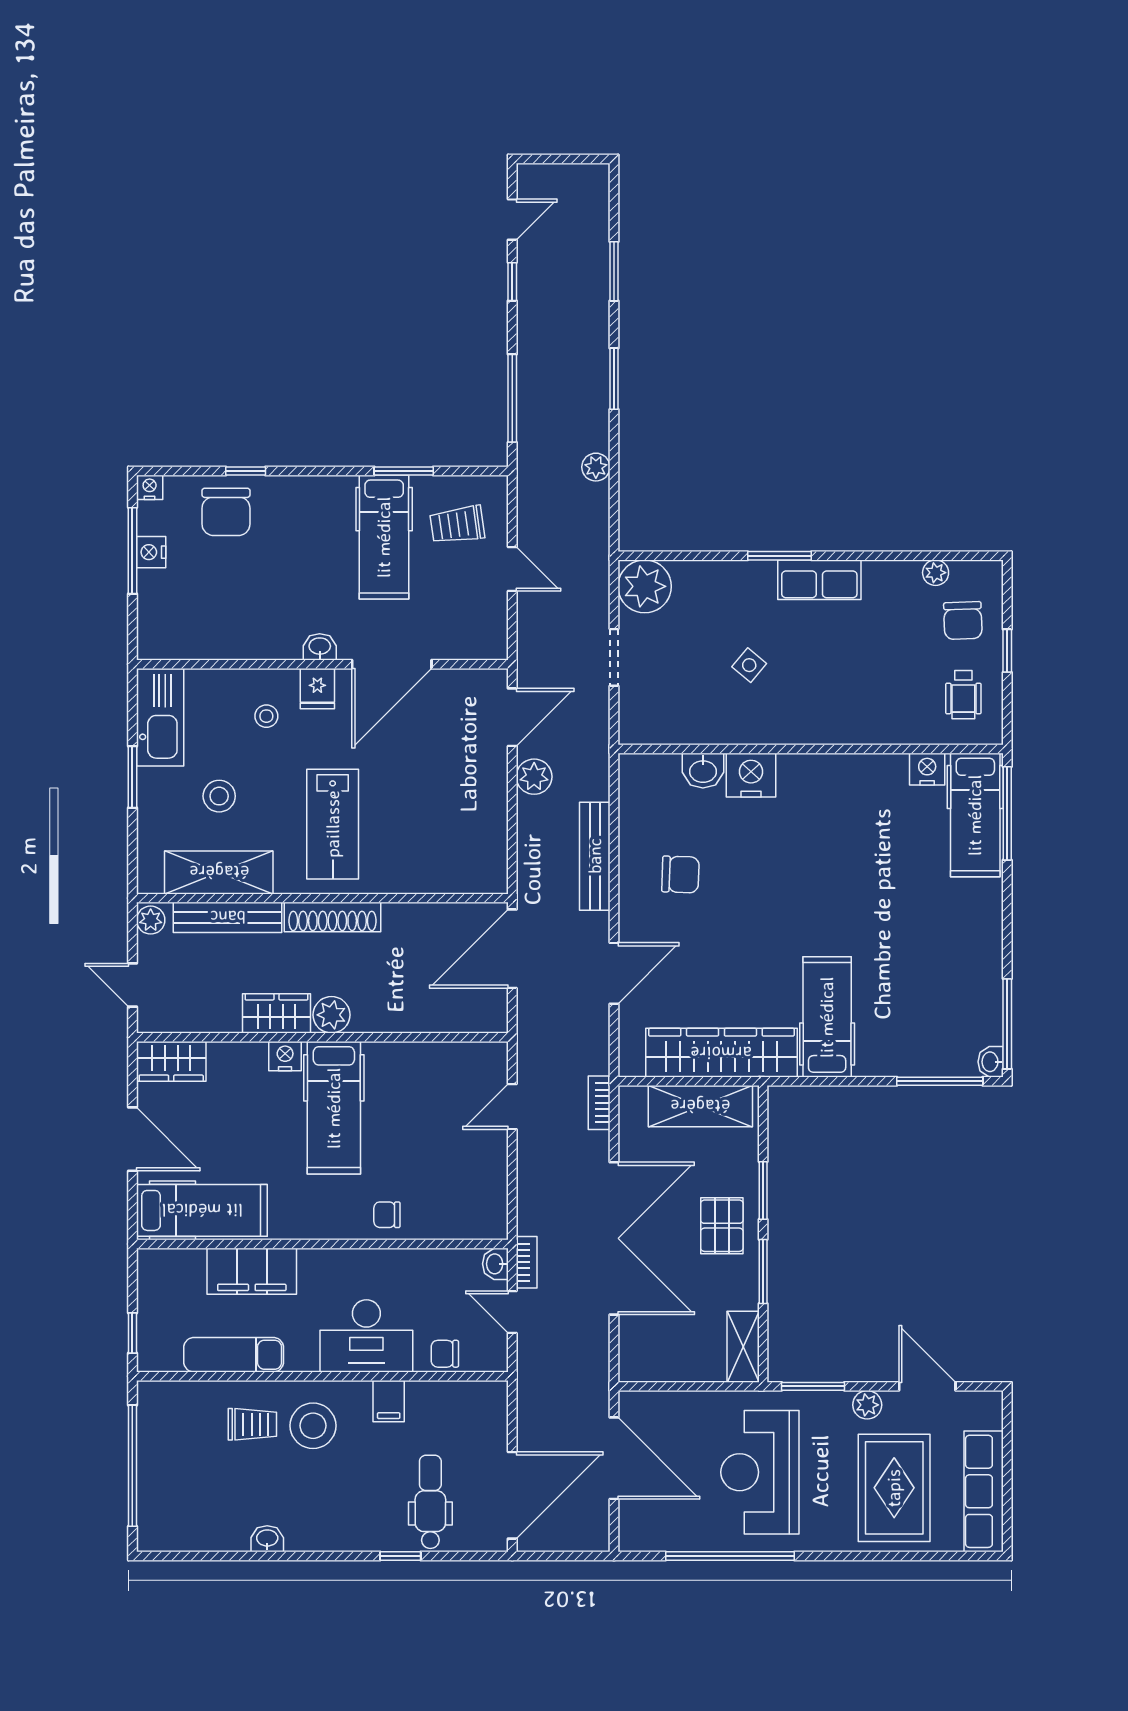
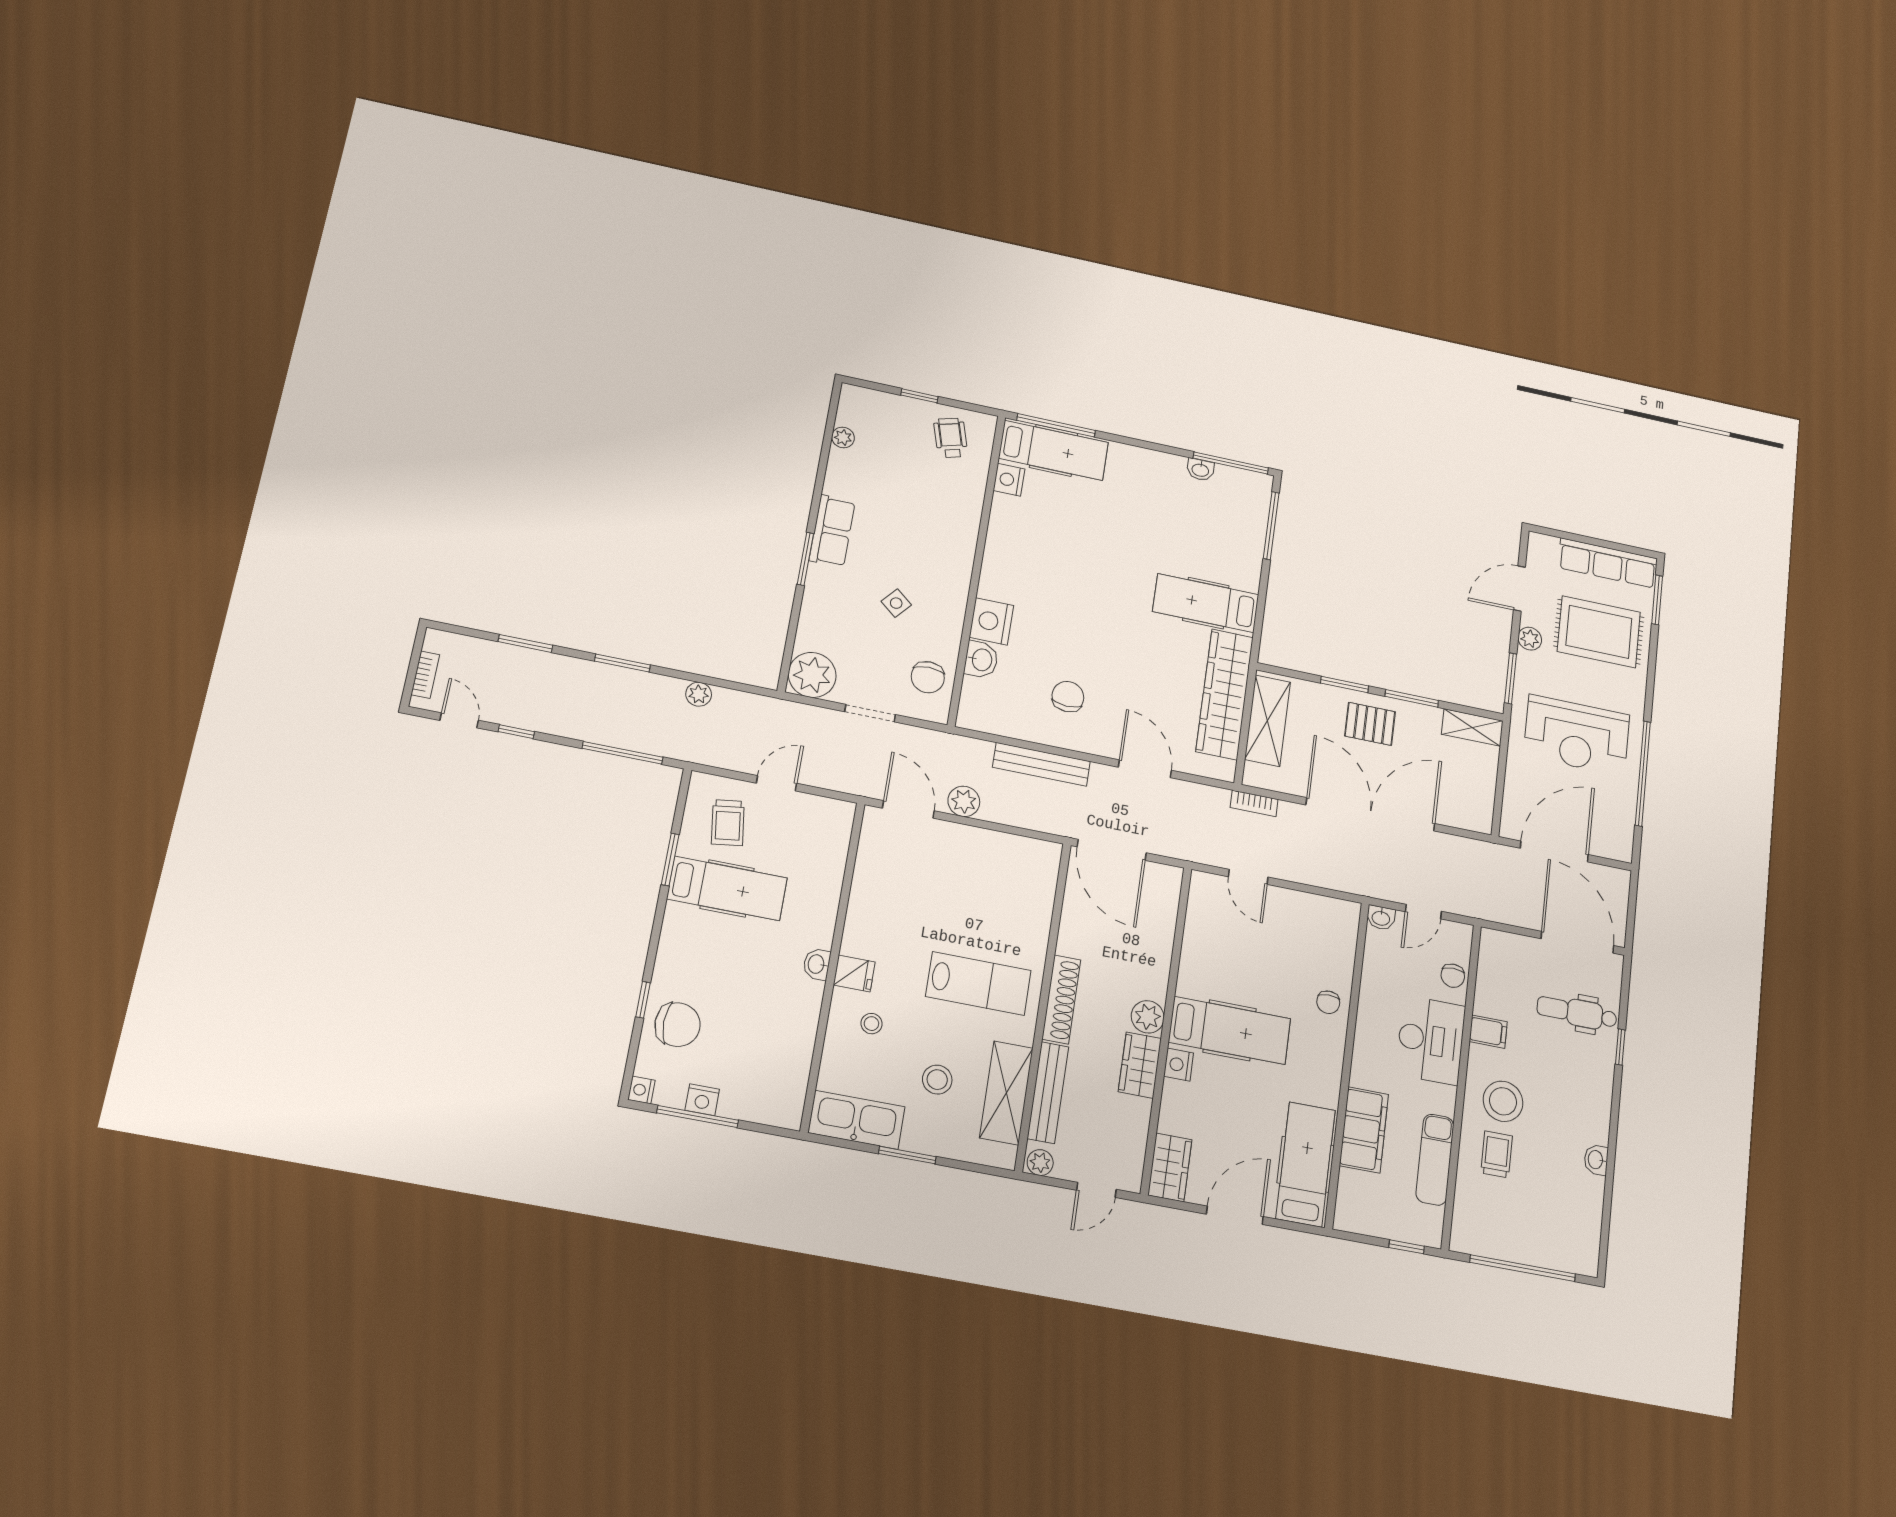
chair: (963, 621) -> (928, 677), moved, turned 92
door: (392, 664) -> (843, 904), removed
wheelchair: (963, 695) -> (951, 438), turned -106
washbasin: (991, 1062) -> (1200, 470), moved
bookcase: (527, 1262) -> (425, 675), moved, turned 90
window: (950, 1556) -> (1657, 600), added

